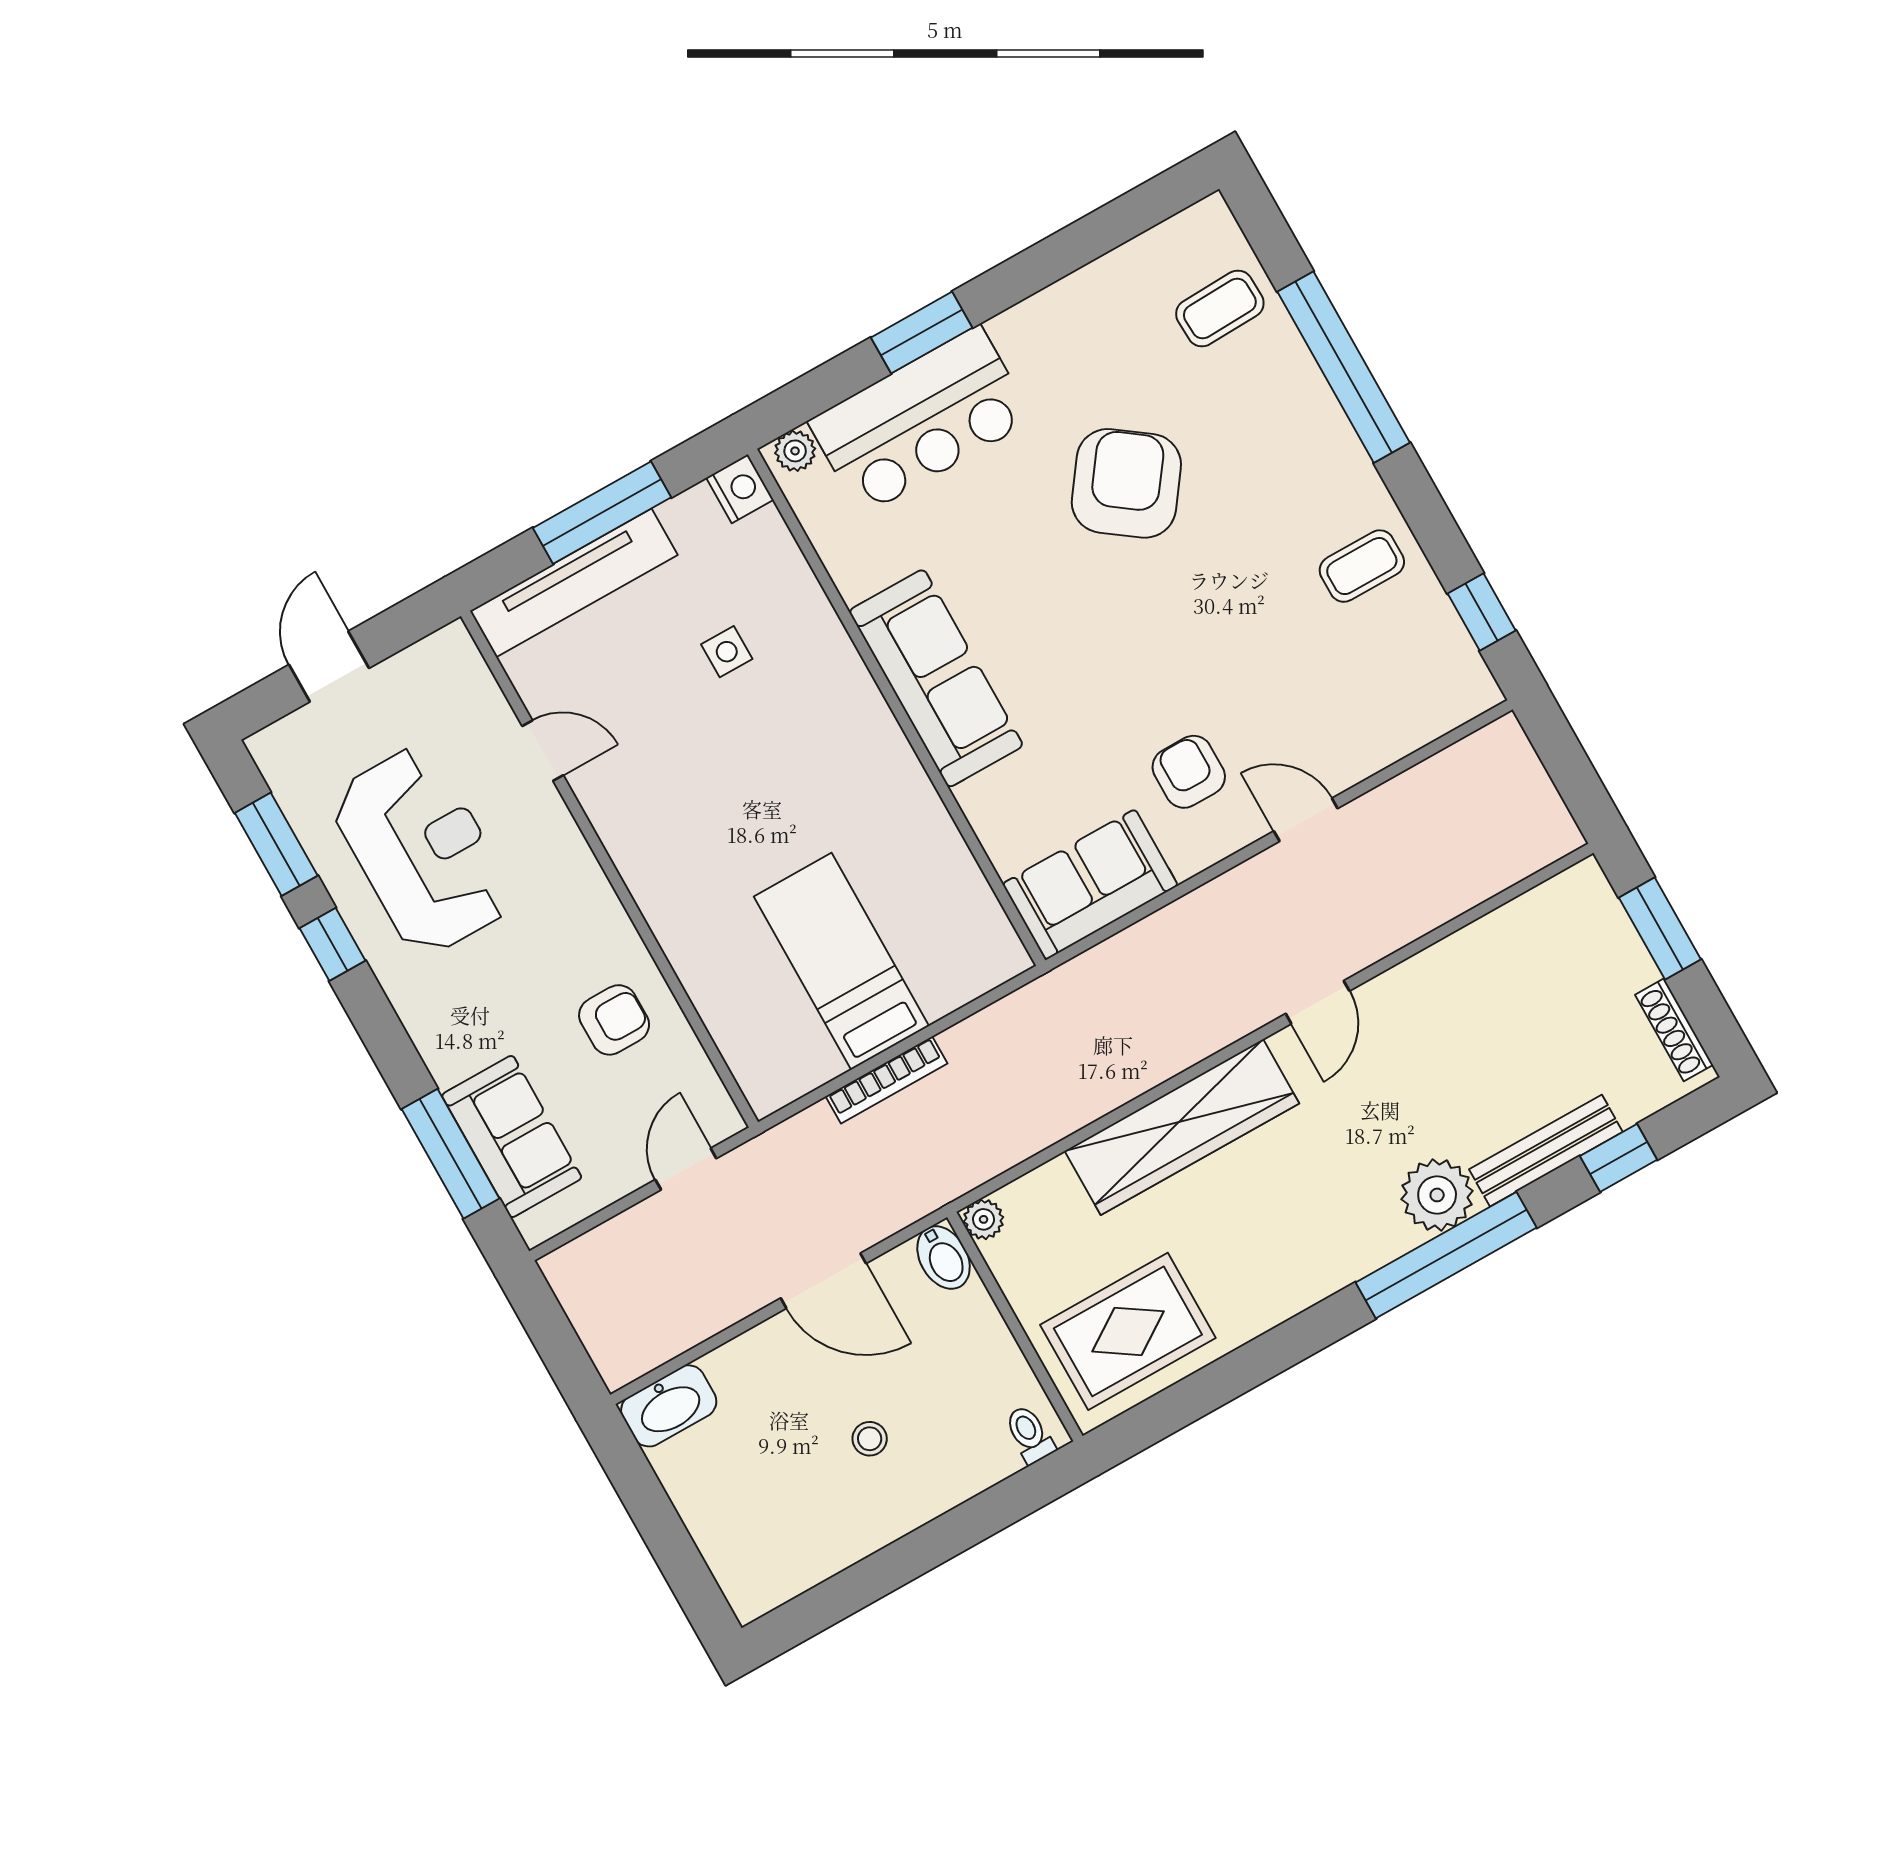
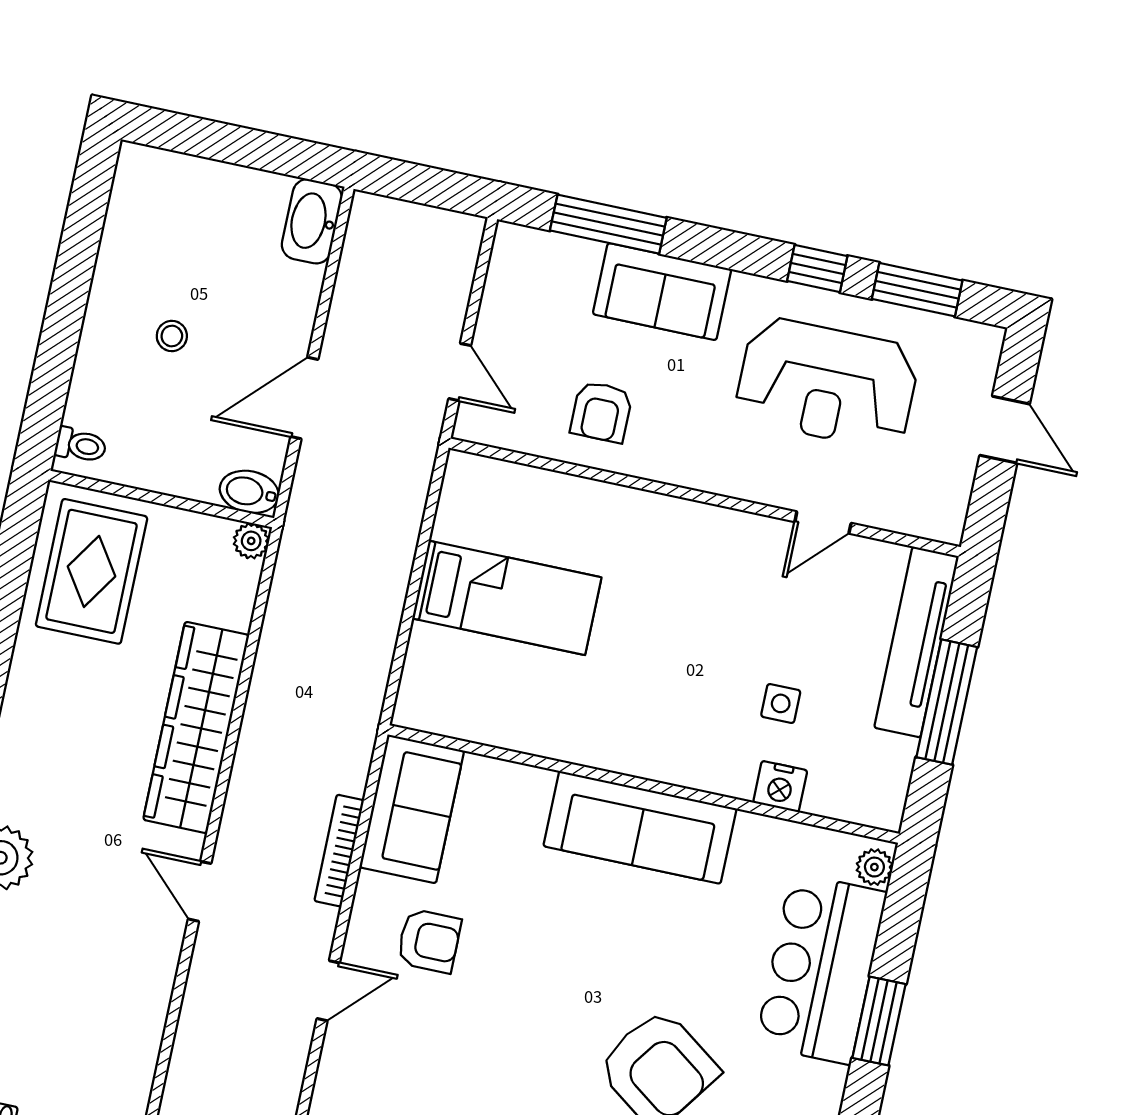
nightstand: (740, 489) -> (780, 786), moved
bookcase: (887, 1080) -> (339, 851), moved
sofa: (512, 1137) -> (662, 292), moved

